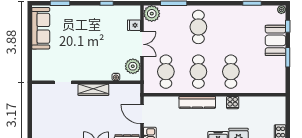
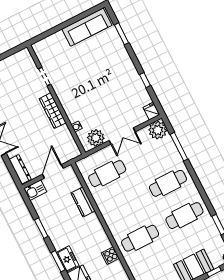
fridge: (134, 25) -> (151, 111), moved
cafe table: (198, 72) -> (184, 216), moved
kitchen counter: (197, 102) -> (83, 202), moved, width x0.67

